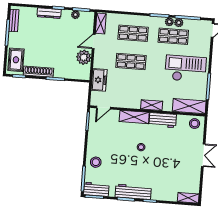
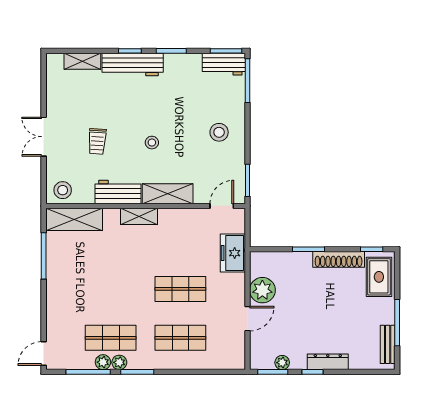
shelving: (101, 23) -> (237, 351), removed
checkout: (186, 69) -> (85, 284), removed
trolley: (173, 150) -> (97, 141), added
stool: (96, 162) -> (219, 132), moved
workbench: (133, 192) -> (133, 64), moved
shelving: (188, 198) -> (82, 61), moved

